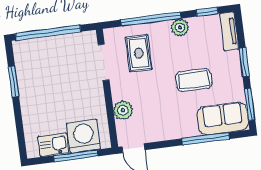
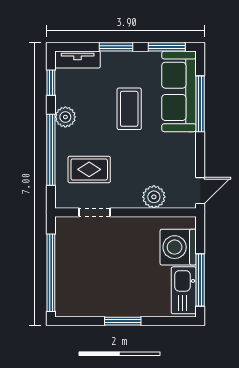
doorway: (104, 62) -> (95, 212), width x0.73
window: (14, 82) -> (123, 321), moved
sofa: (223, 118) -> (179, 91), width x1.36
kitchen sink: (54, 145) -> (184, 290), width x1.38
window: (76, 156) -> (200, 280), moved

